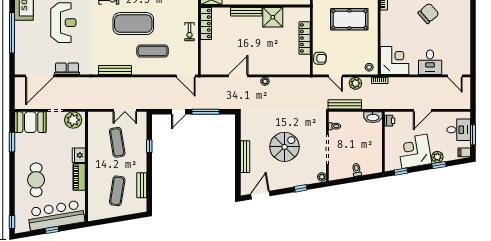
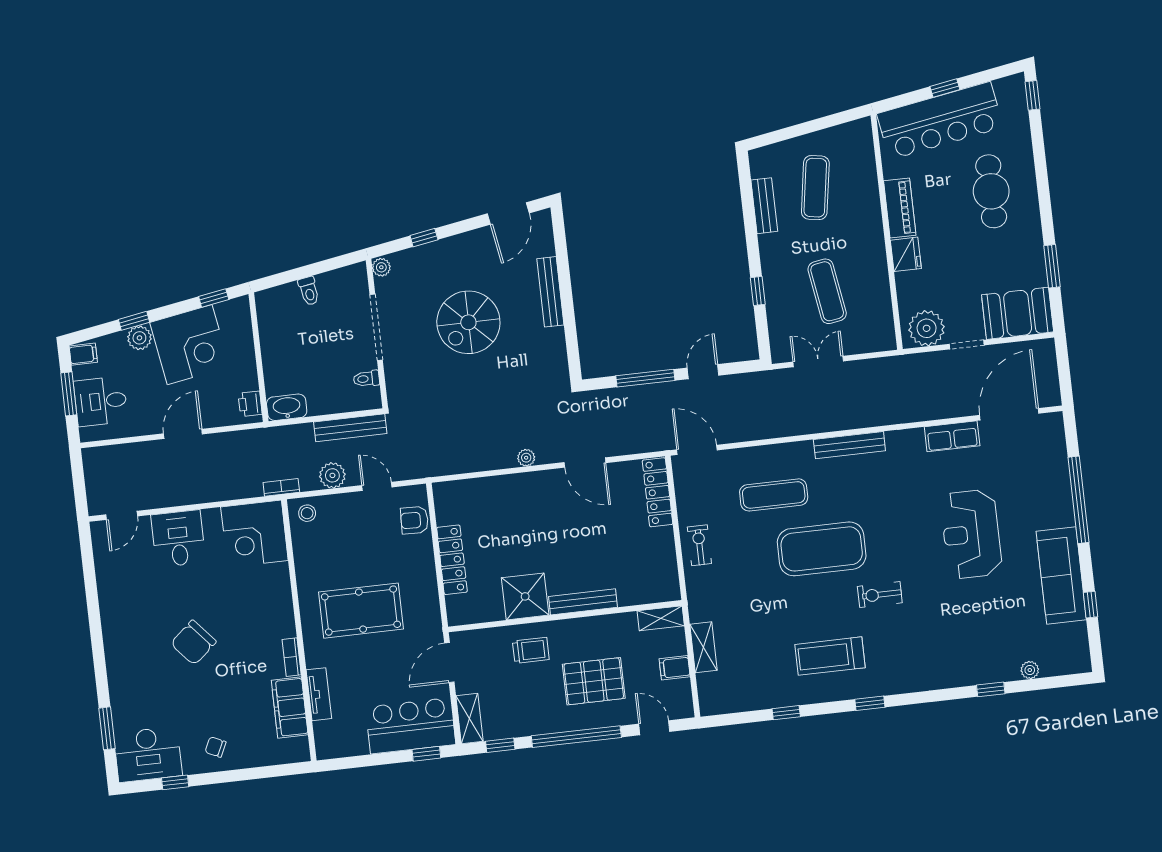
locker: (206, 24) -> (658, 492), moved
door: (238, 76) -> (585, 463), hinge flipped
door: (455, 76) -> (122, 515), swing flipped

